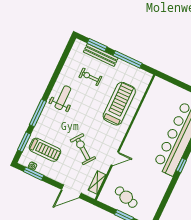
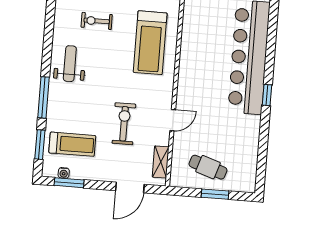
treadmill: (119, 104) -> (150, 43), turned 180
exercise bike: (83, 149) -> (124, 124), turned 53

